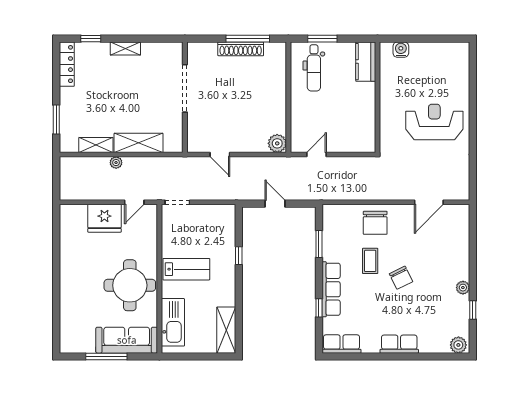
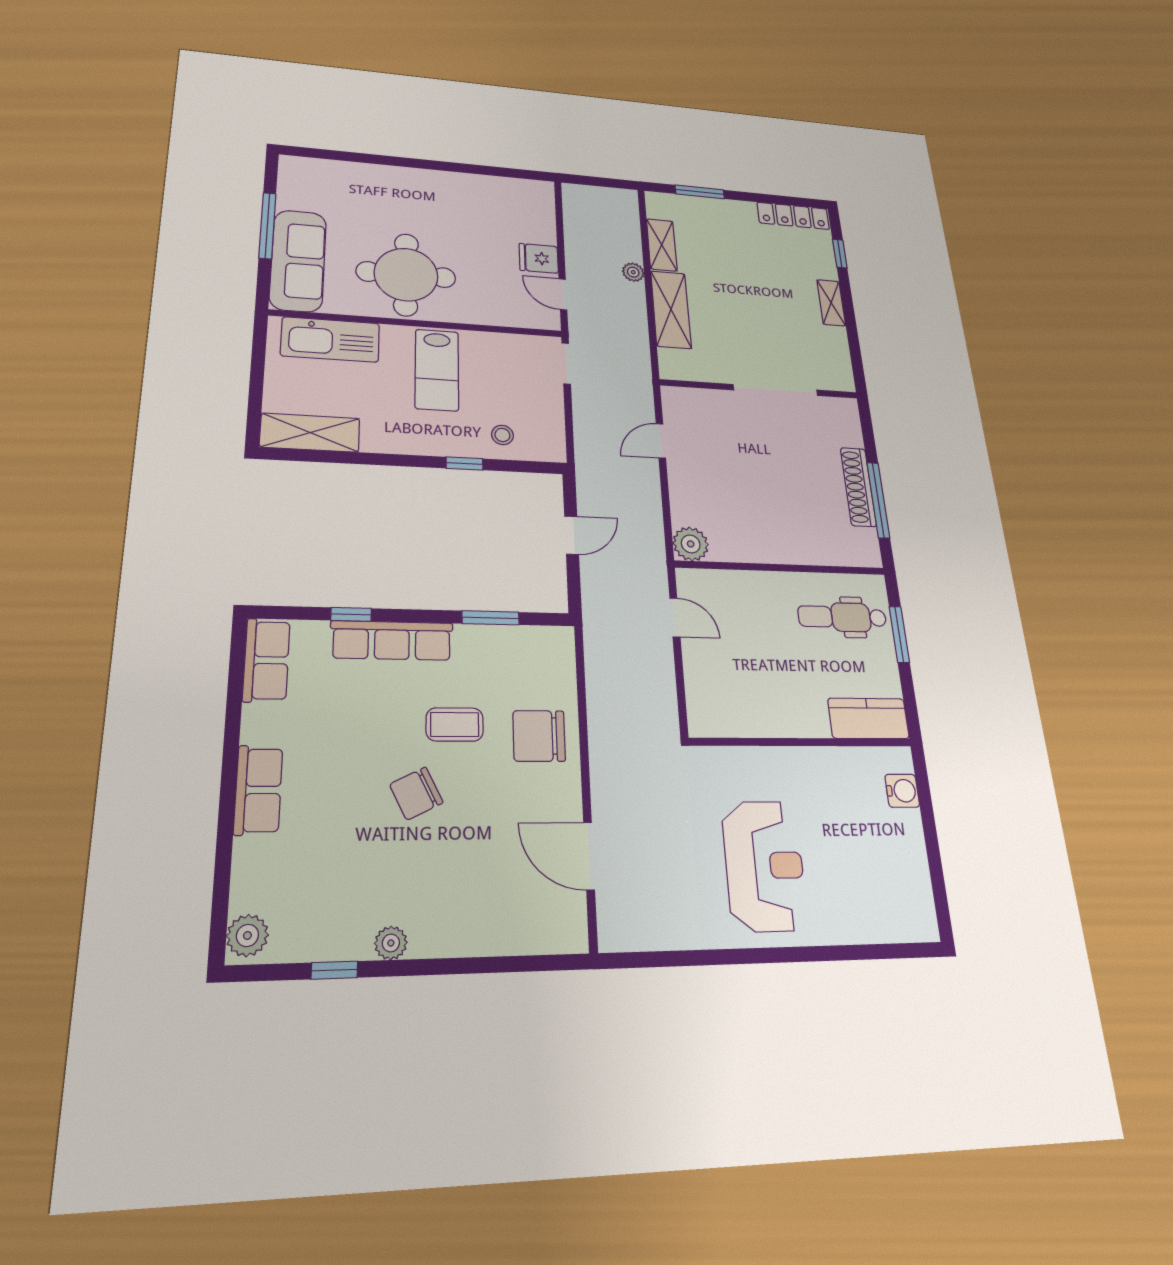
fridge: (104, 218) -> (539, 258), width x0.53, depth x0.75
stool: (222, 236) -> (502, 435), added

